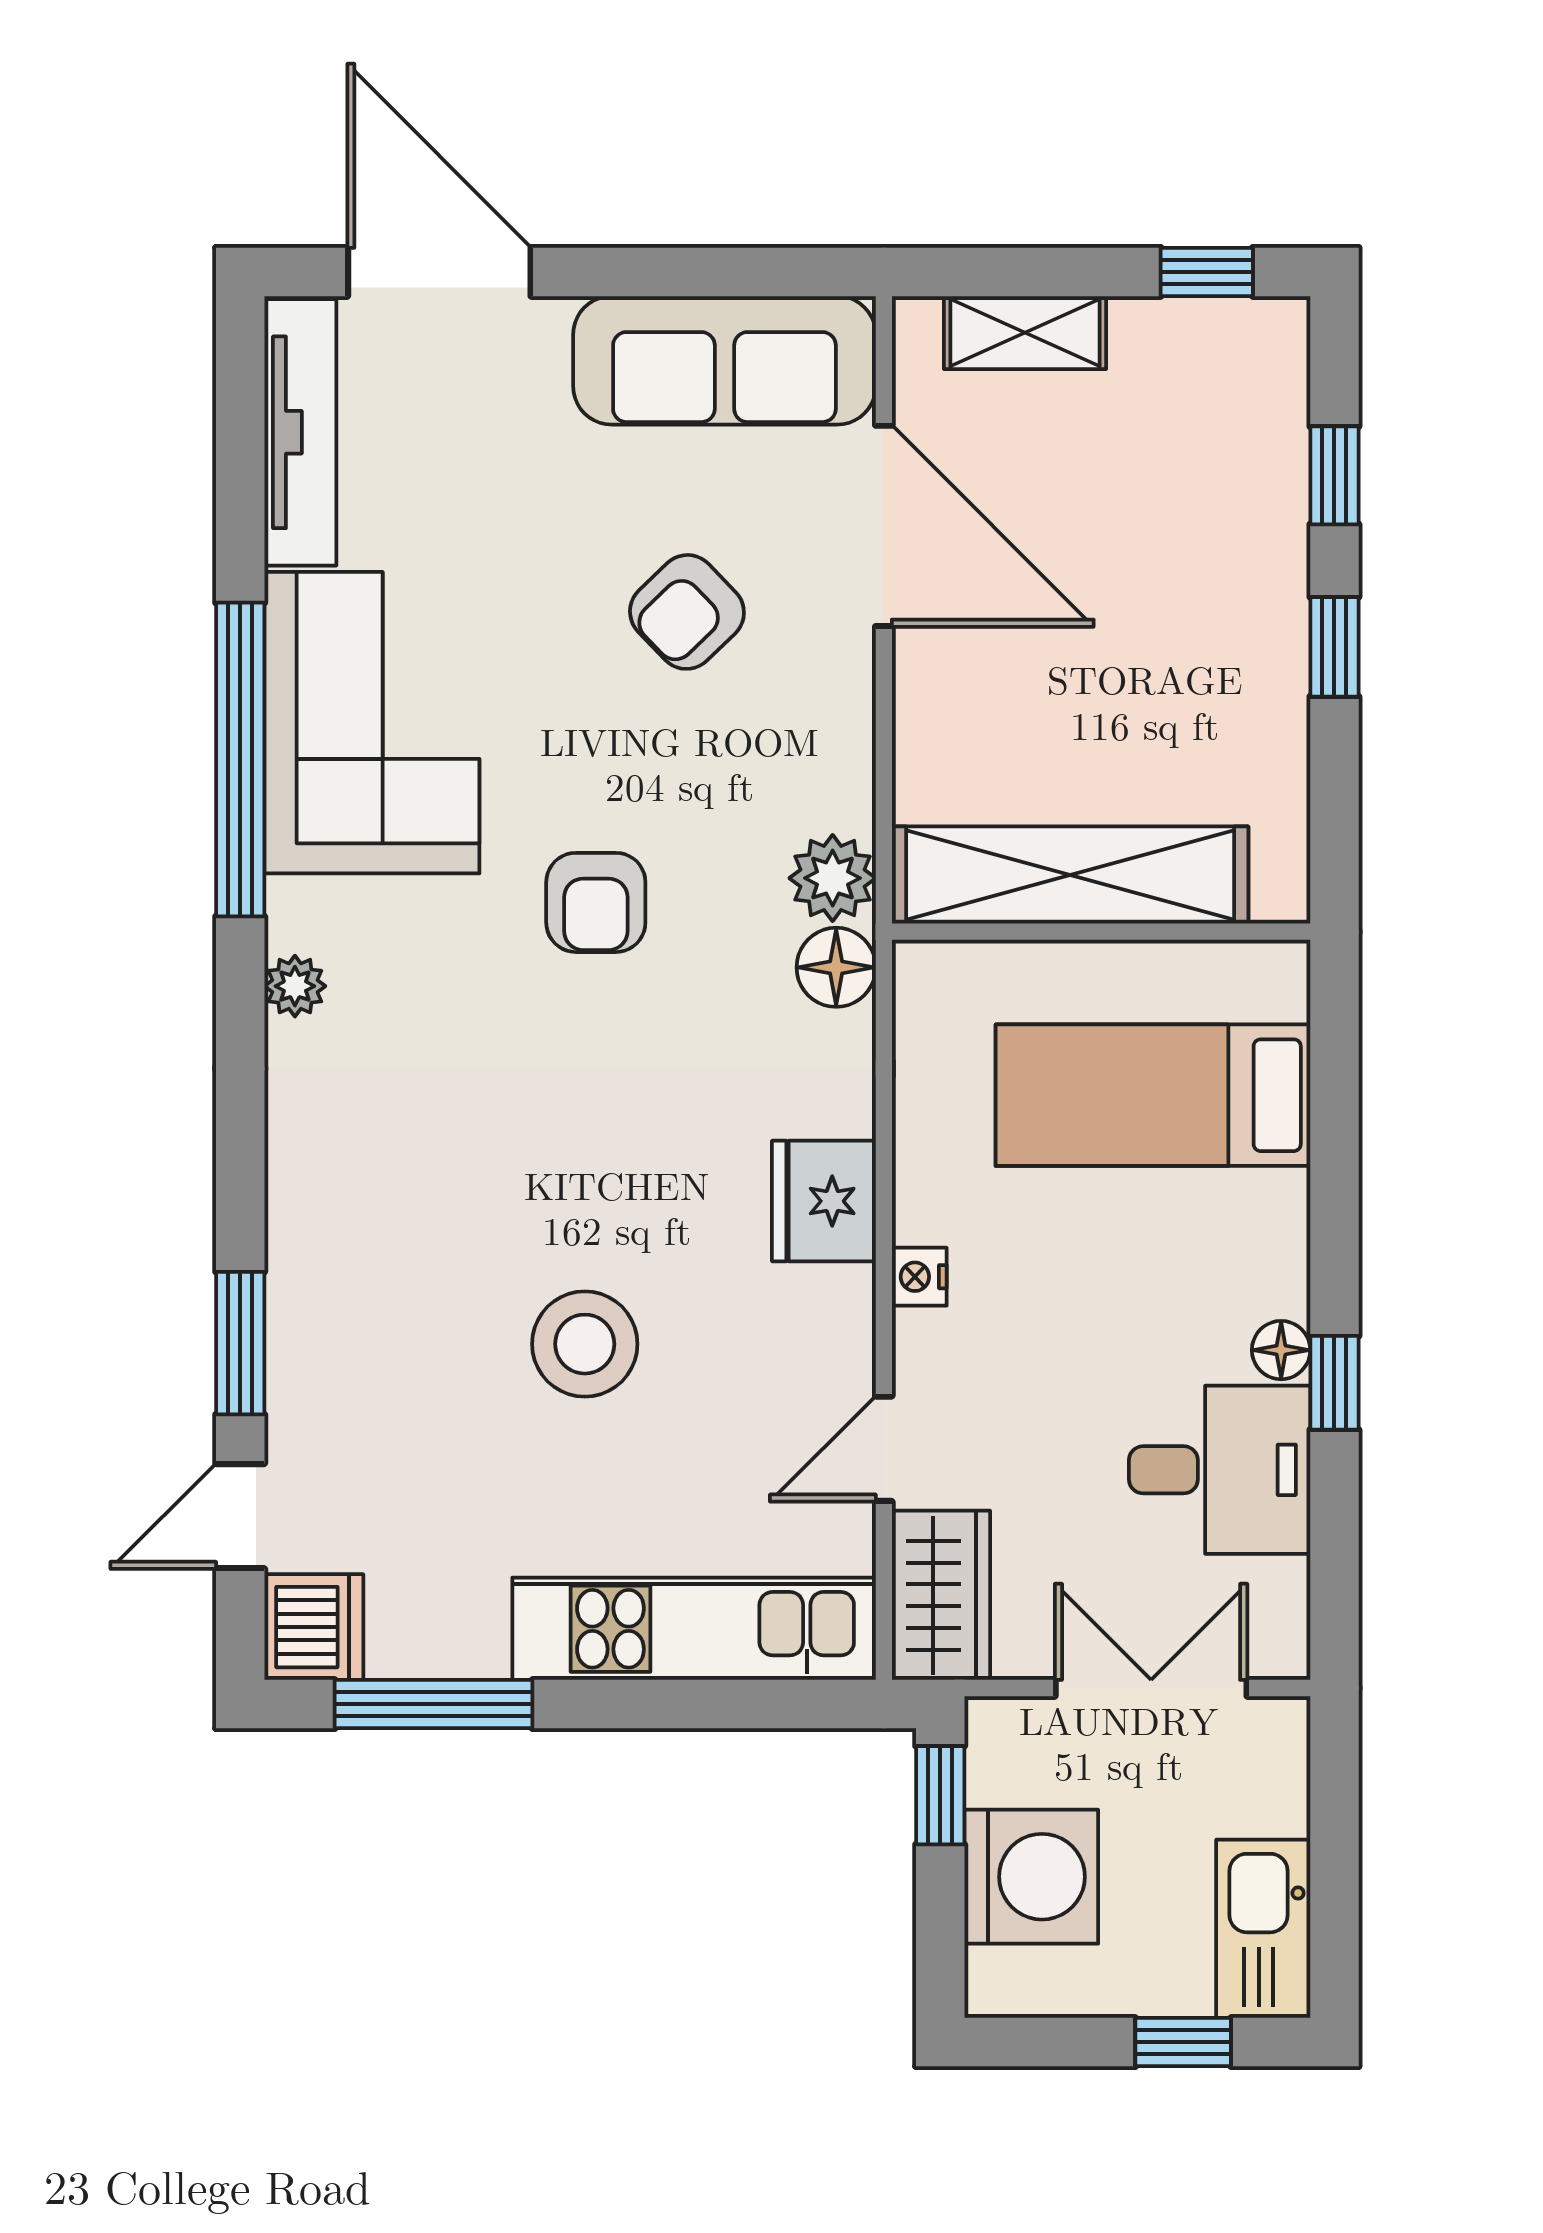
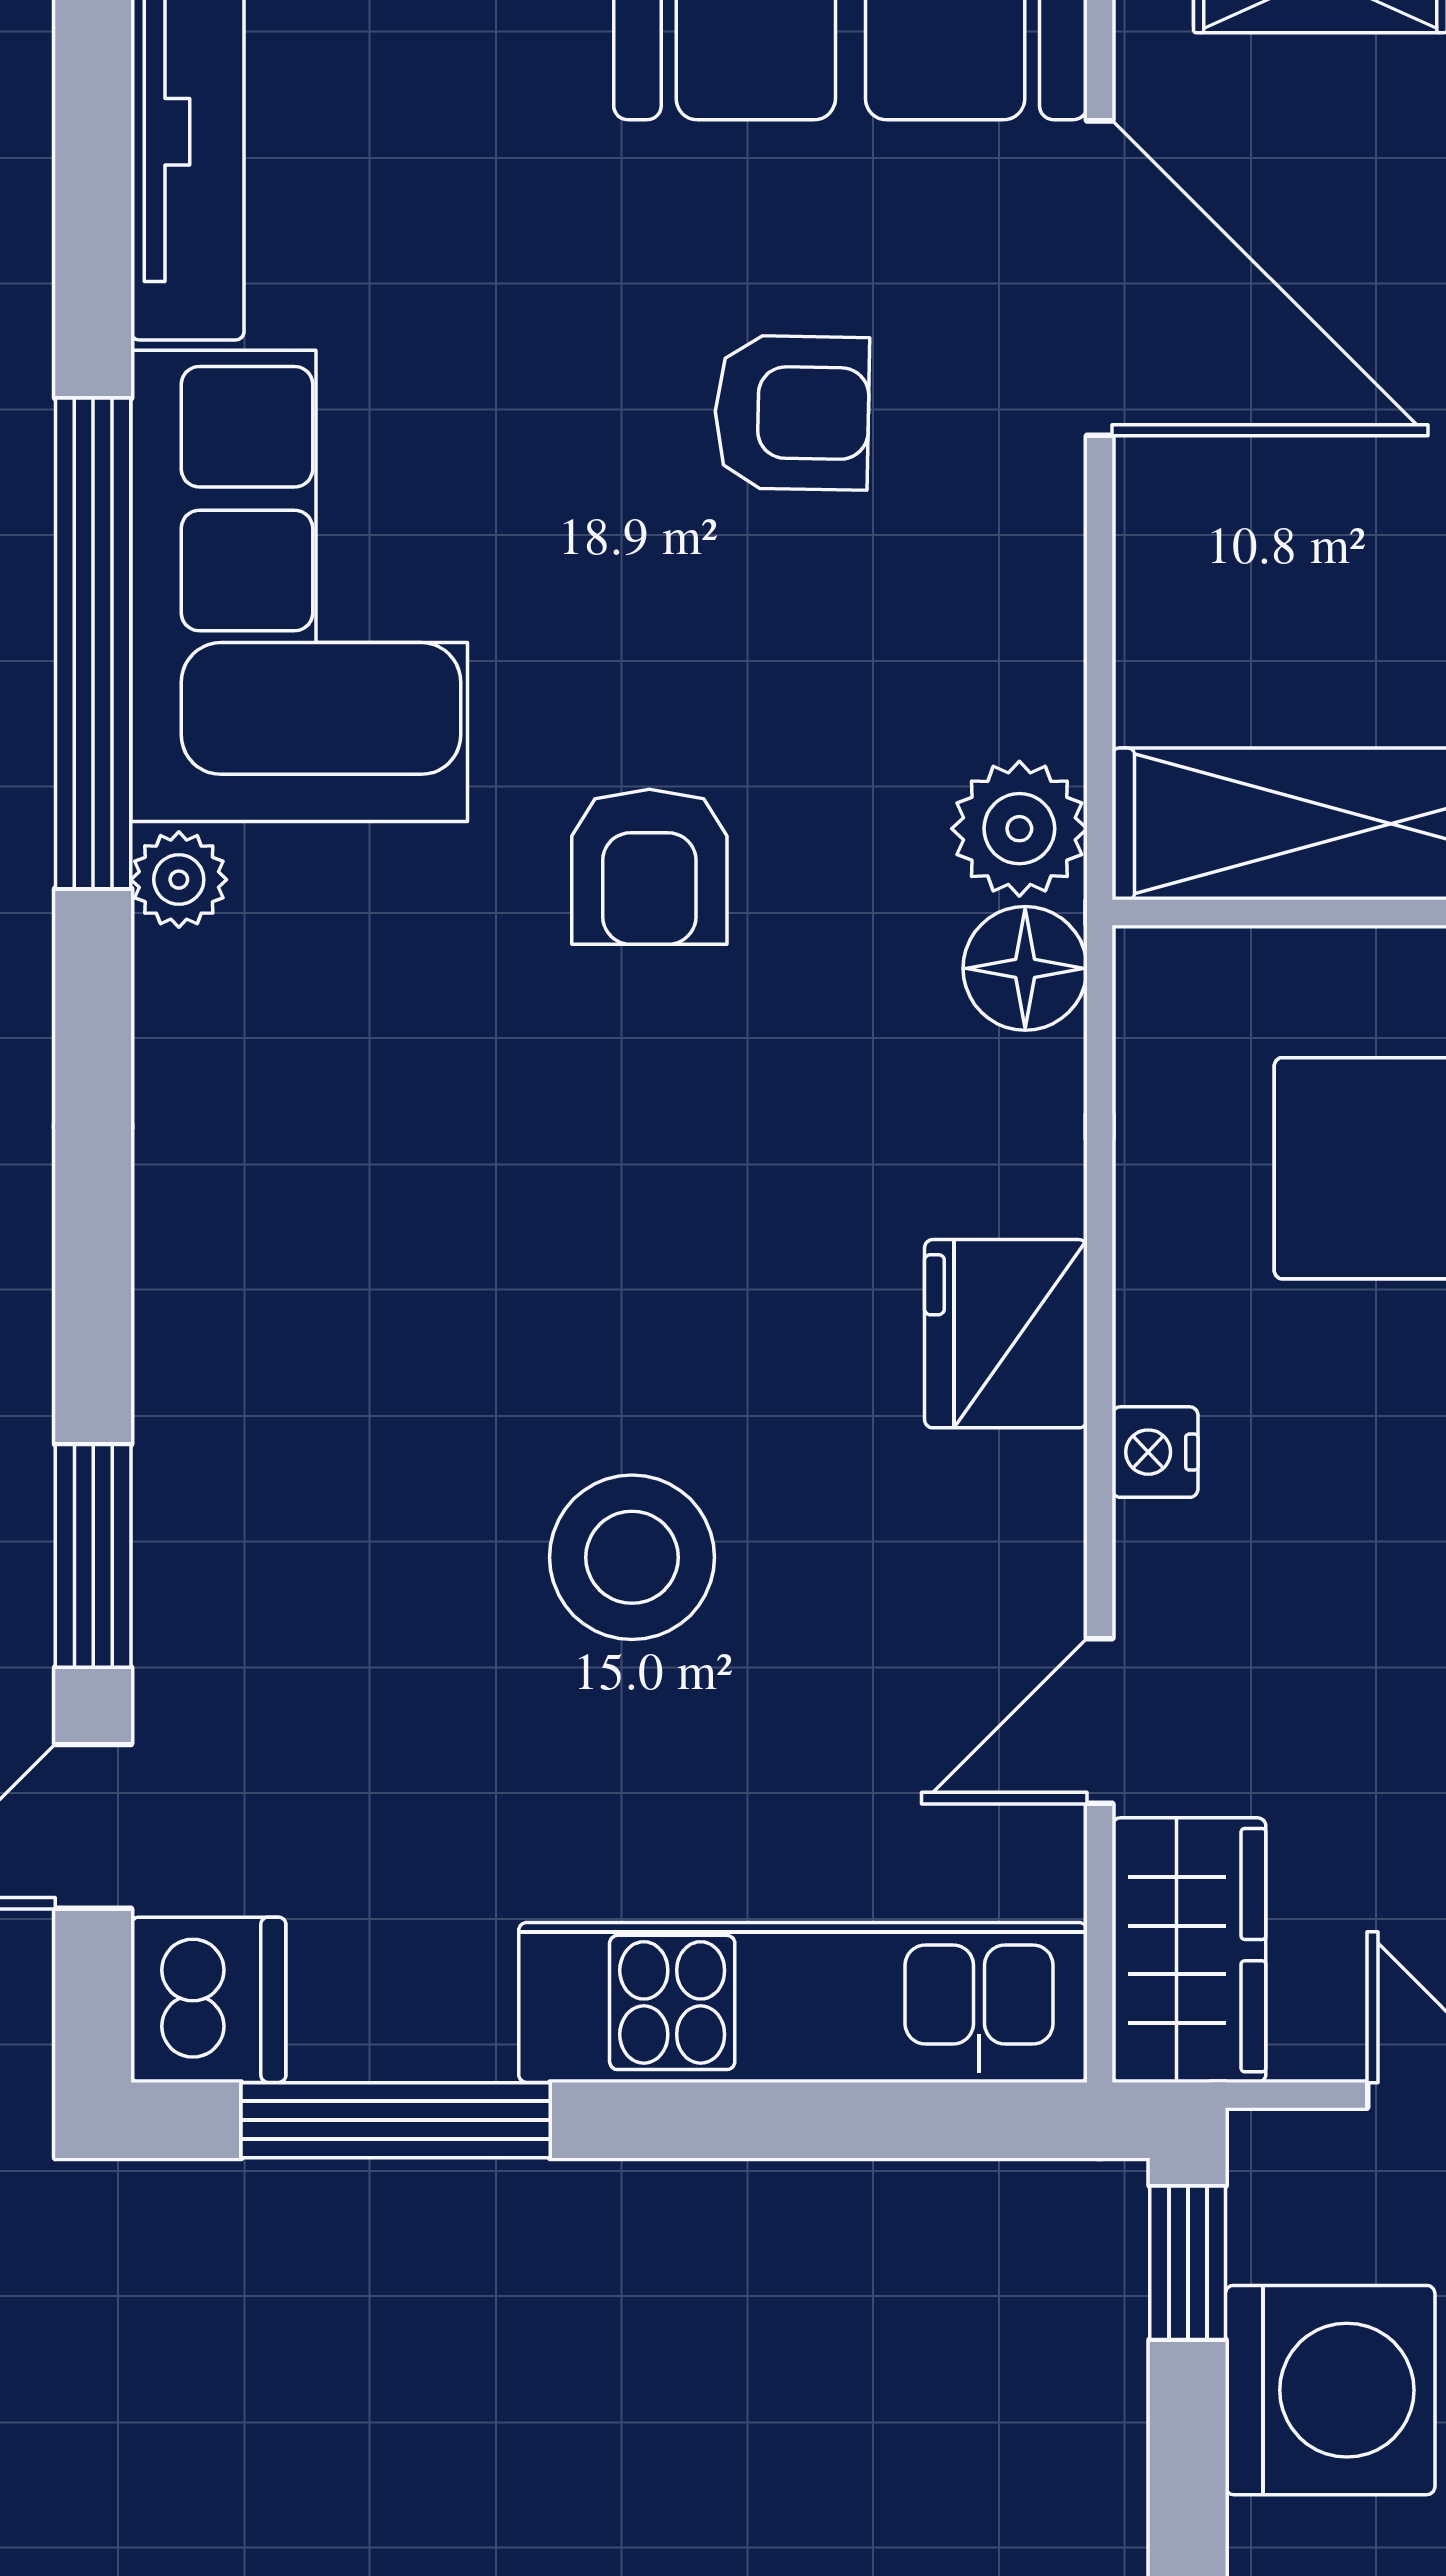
armchair: (687, 612) -> (792, 413), turned -135
plant: (295, 986) -> (179, 880), moved

